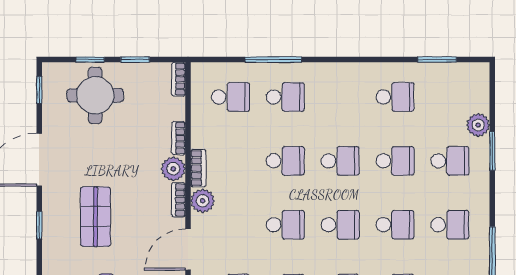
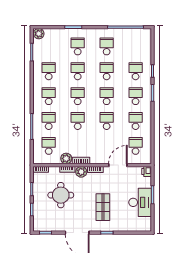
round table: (95, 95) -> (61, 195), moved
school desk: (340, 97) -> (49, 96), added
plant: (478, 125) -> (39, 34), moved
plant: (203, 201) -> (66, 158), moved
shop shelf: (96, 217) -> (103, 207), turned 90
door: (188, 250) -> (118, 165), swing flipped

